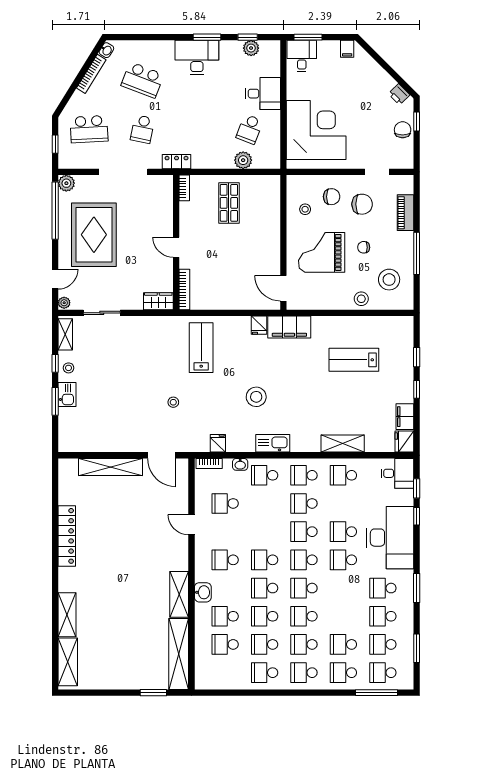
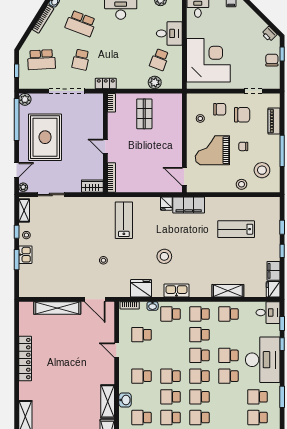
fridge: (218, 443) -> (141, 288), width x1.88, depth x1.34

